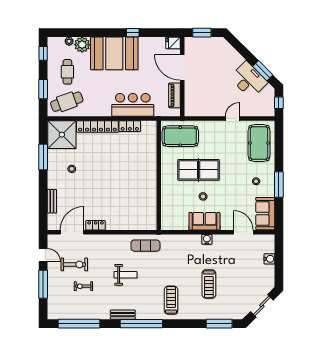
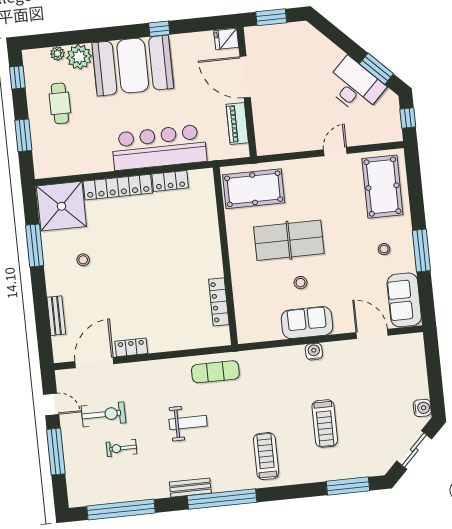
cafe table: (67, 102) -> (64, 152), removed
bar counter: (133, 105) -> (159, 147), width x1.36
locker: (152, 203) -> (219, 302), added
water cooler: (269, 259) -> (422, 408), moved

